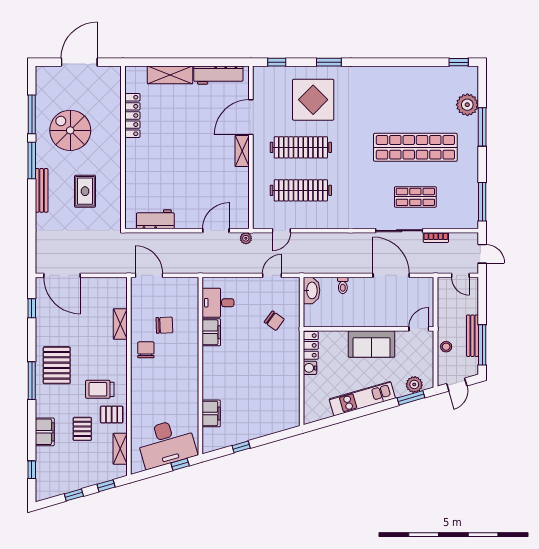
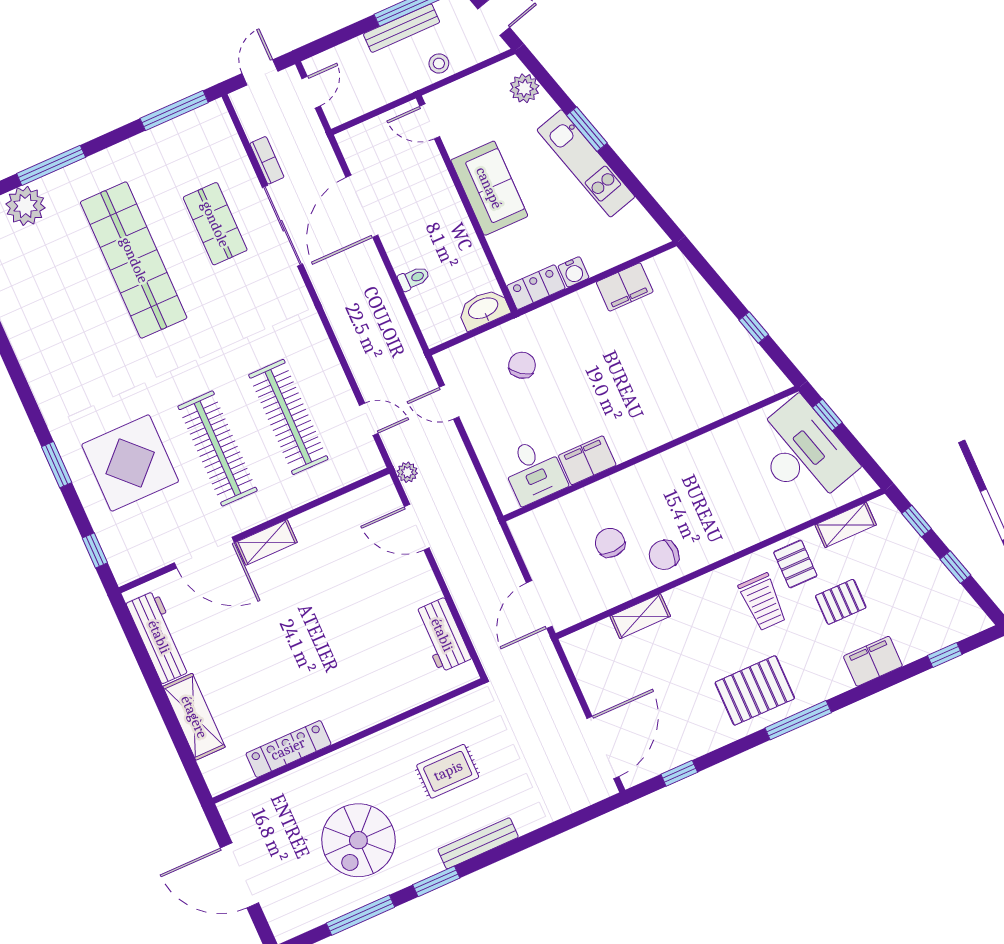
window: (32, 161) -> (436, 881), width x0.69
washbasin: (311, 290) -> (483, 309), moved
window: (411, 398) -> (587, 129), moved
filing cabinet: (211, 413) -> (625, 287), moved, turned 180

